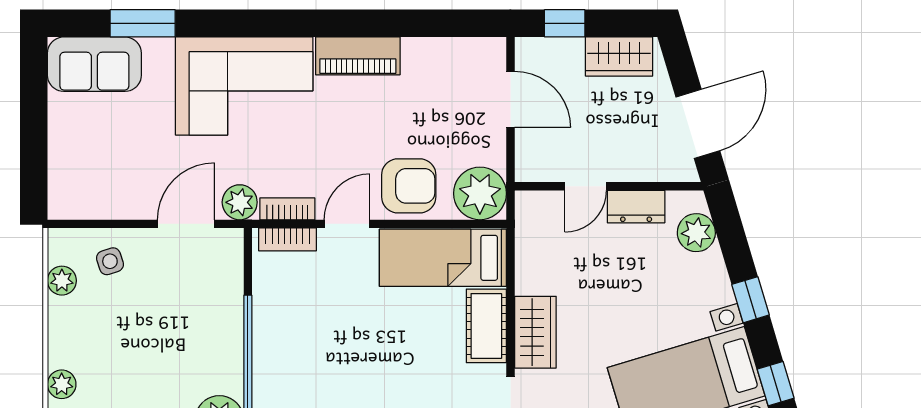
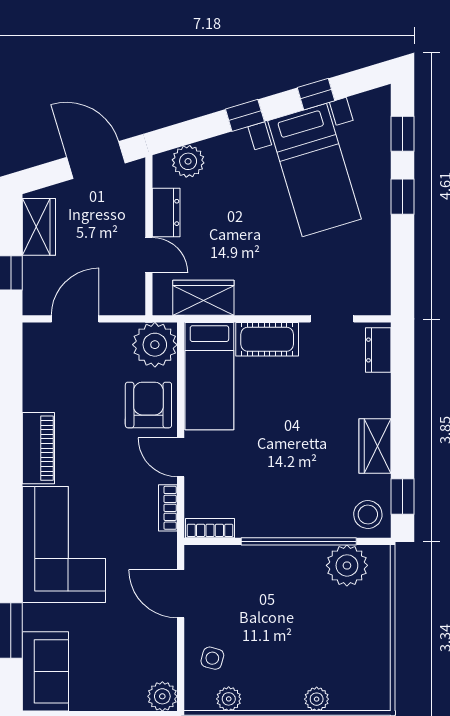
plant: (240, 202) -> (162, 696), moved
bookcase: (288, 239) -> (210, 528), moved, turned -90
side table: (110, 261) -> (212, 658), turned 33
wardrobe: (535, 332) -> (203, 298), moved

